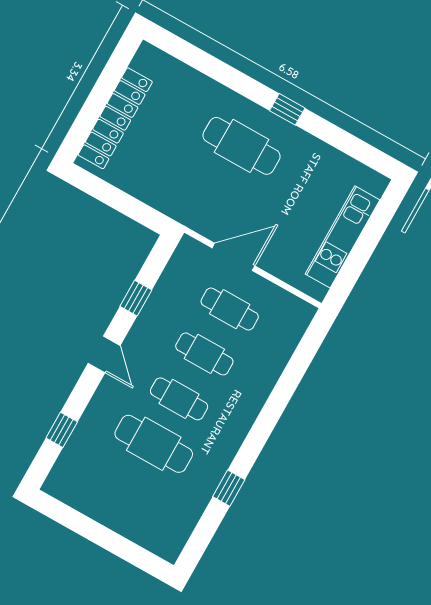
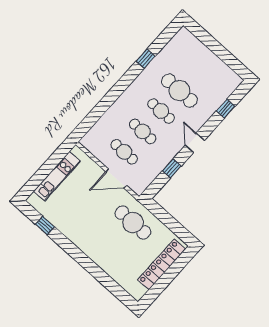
window: (287, 109) -> (45, 226), moved
cafe table: (242, 146) -> (133, 223), moved

